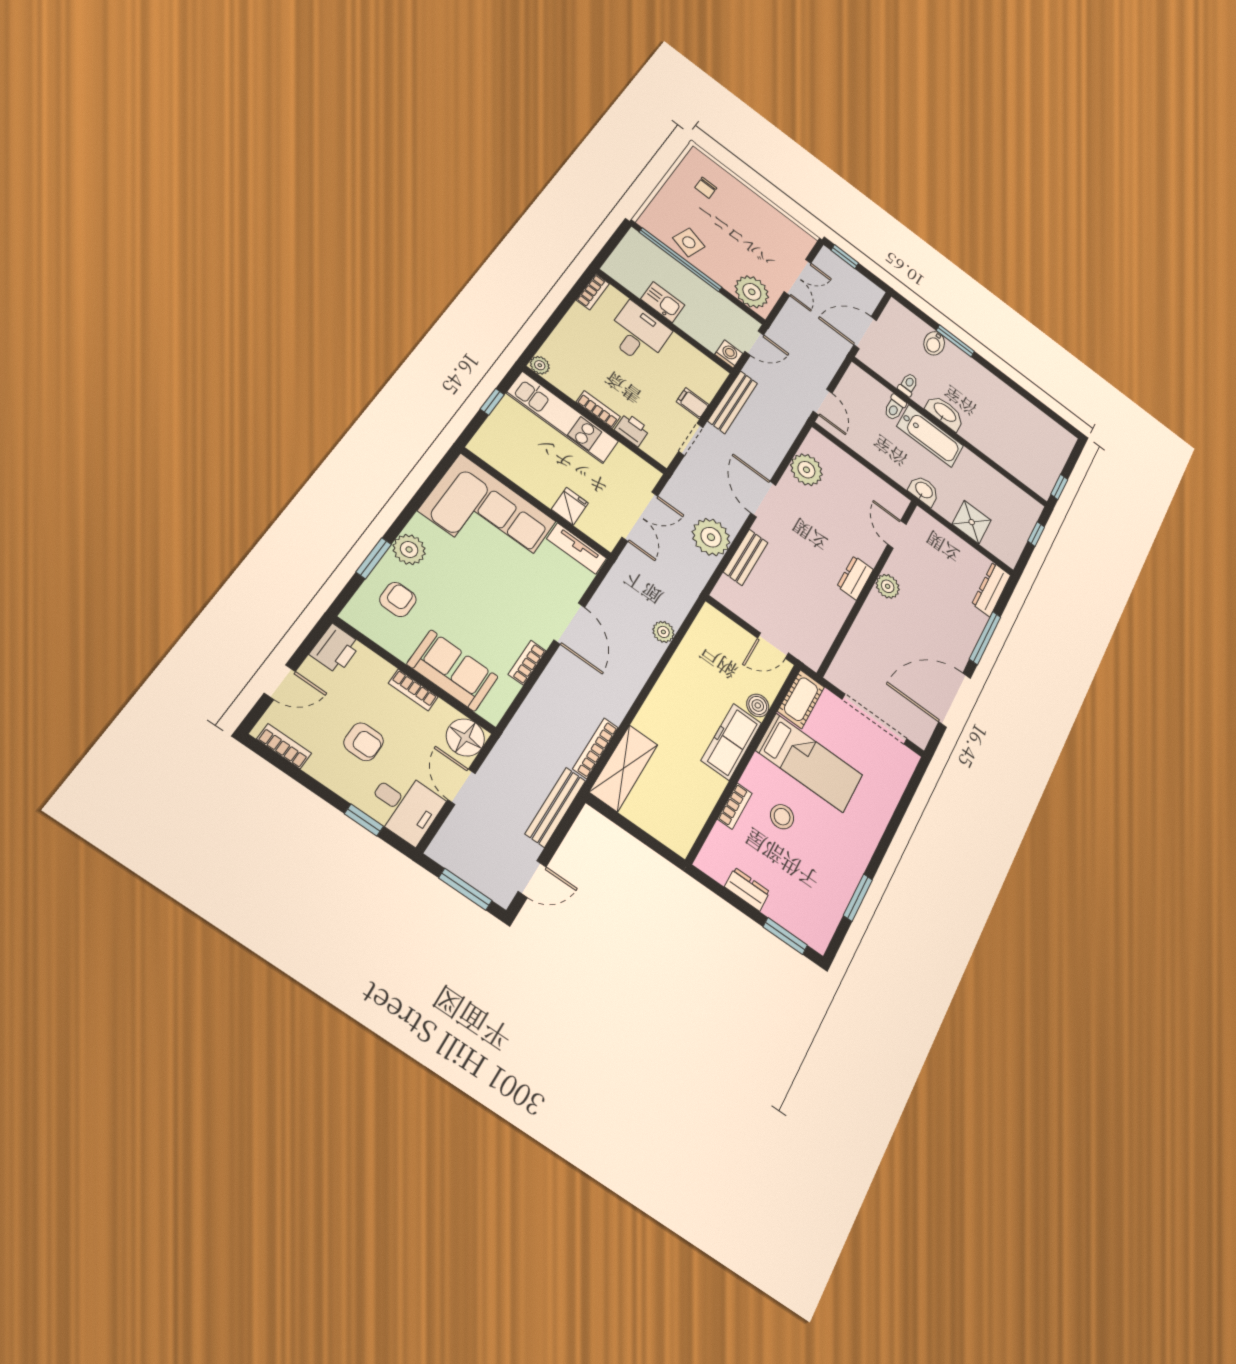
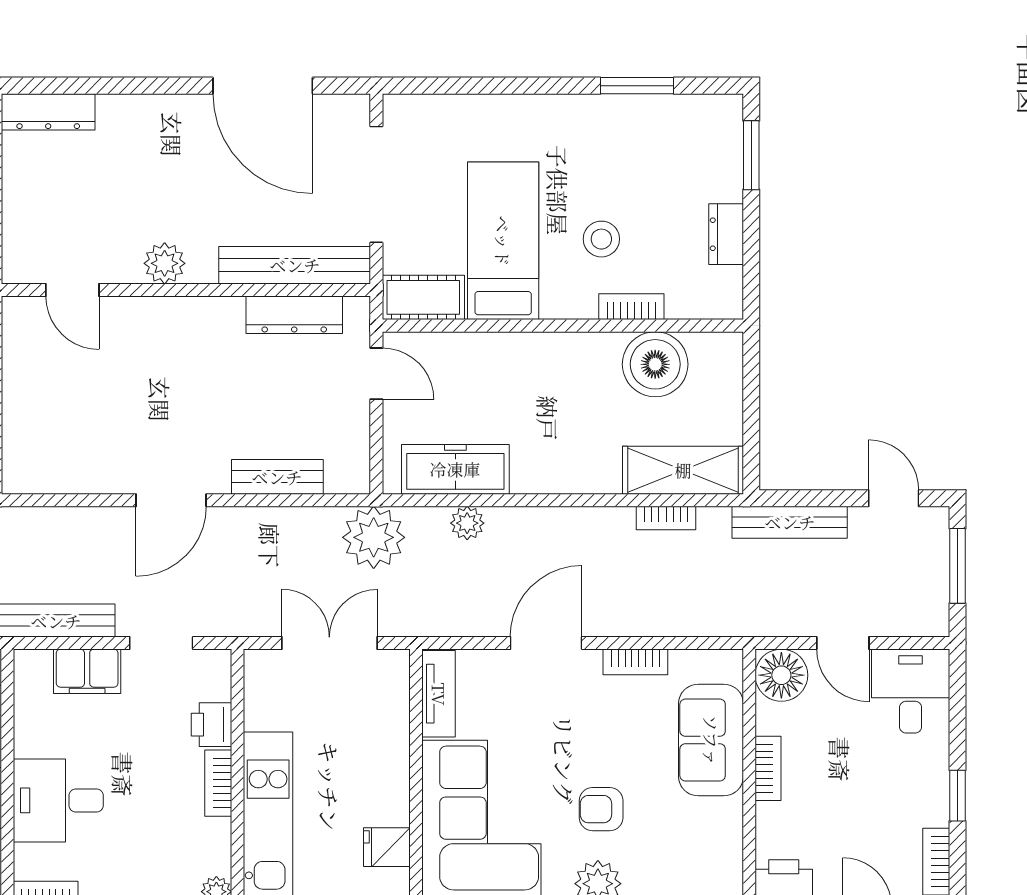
filing cabinet: (693, 403) -> (87, 671), width x2.00
plant: (806, 470) -> (76, 466), removed
fridge: (570, 506) -> (387, 847), moved
door: (897, 534) -> (72, 290), hinge flipped
plant: (711, 537) -> (374, 537), moved
dresser: (855, 578) -> (294, 315), moved, width x1.44
armchair: (398, 600) -> (601, 809), moved
window: (985, 638) -> (133, 86), removed
bench: (853, 647) -> (295, 265), added
boiler: (758, 705) -> (655, 364), moved, width x1.86, depth x1.86
armchair: (364, 742) -> (869, 782), removed
freezer: (731, 742) -> (455, 469), moved, turned 180
bookcase: (596, 748) -> (666, 518), width x0.64
door: (462, 787) -> (843, 643), hinge flipped
window: (364, 820) -> (957, 796), moved

